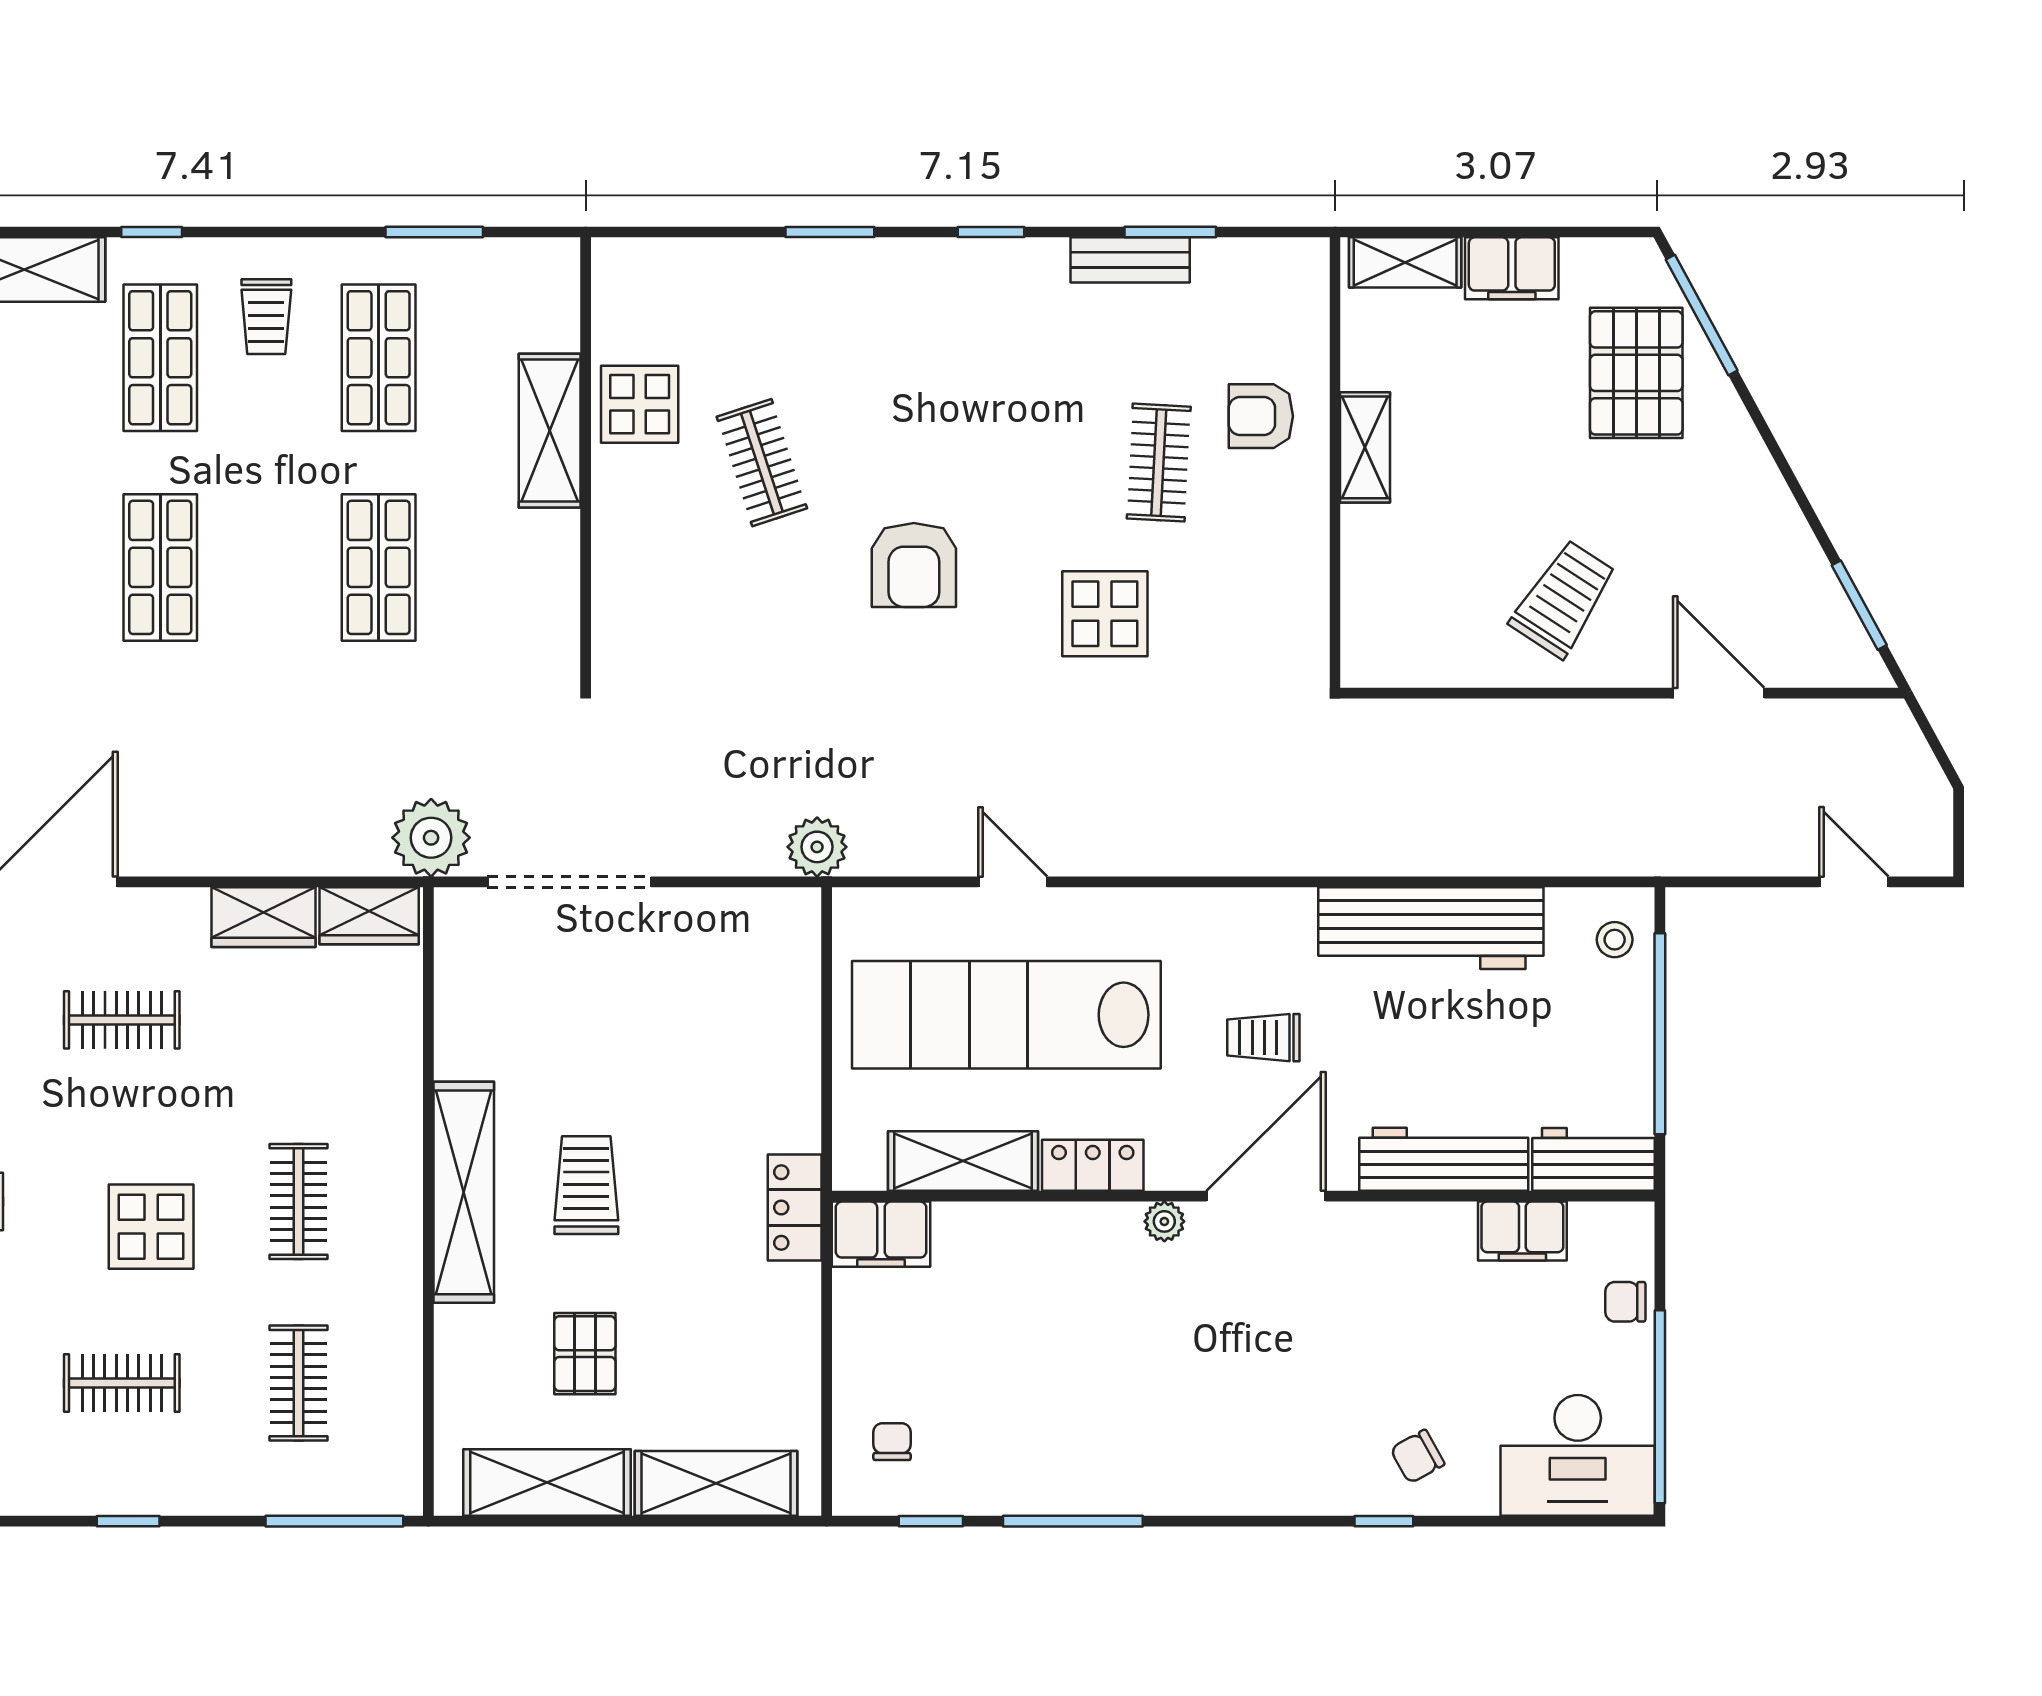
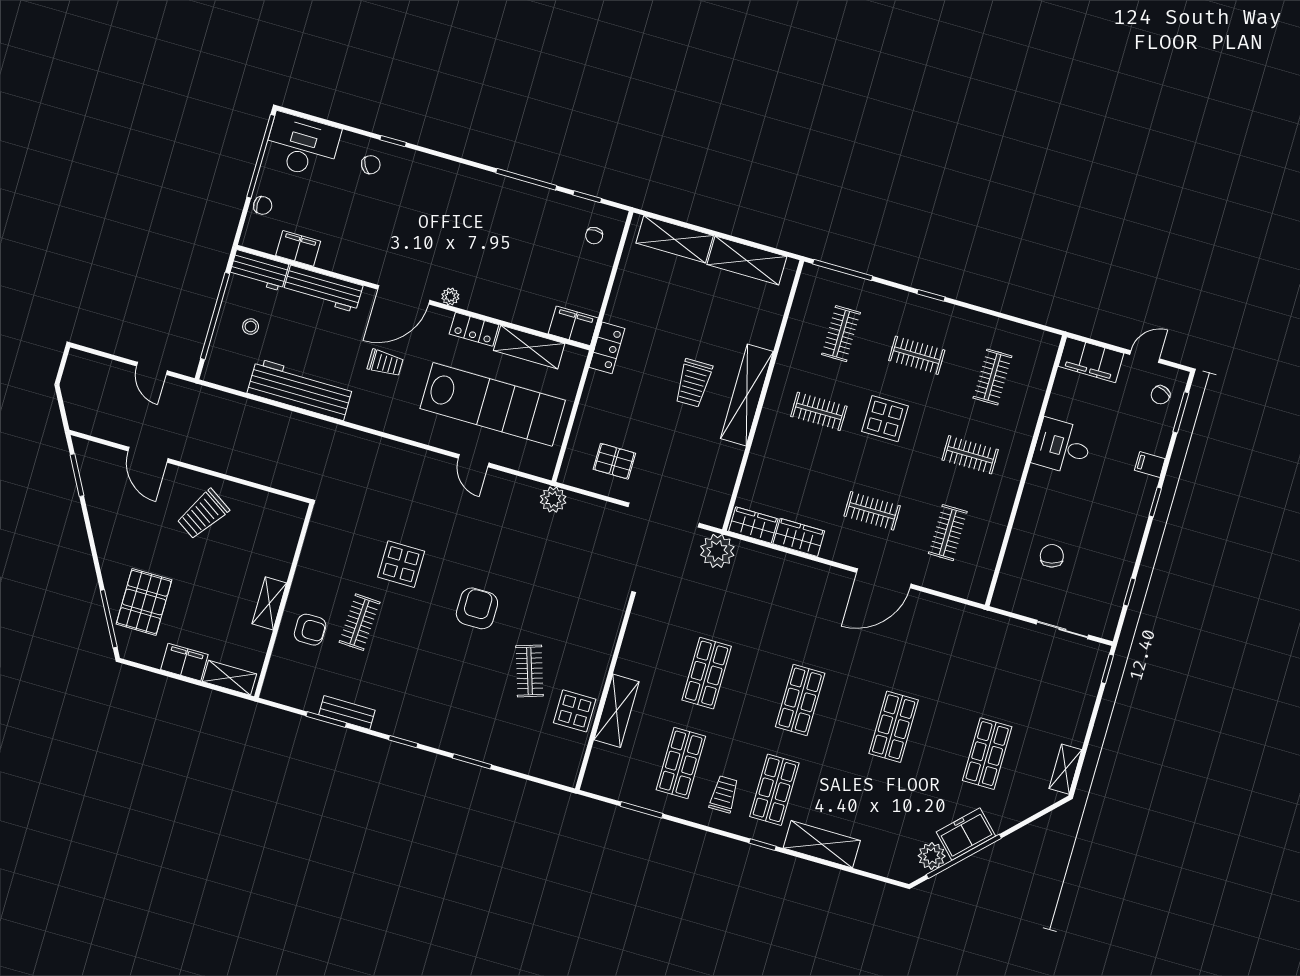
door: (1854, 882) -> (152, 368), moved
stool: (1615, 940) -> (251, 327), moved
clothes rail: (298, 1201) -> (819, 411), turned 90
pallet: (585, 1354) -> (614, 461), moved, turned 90

